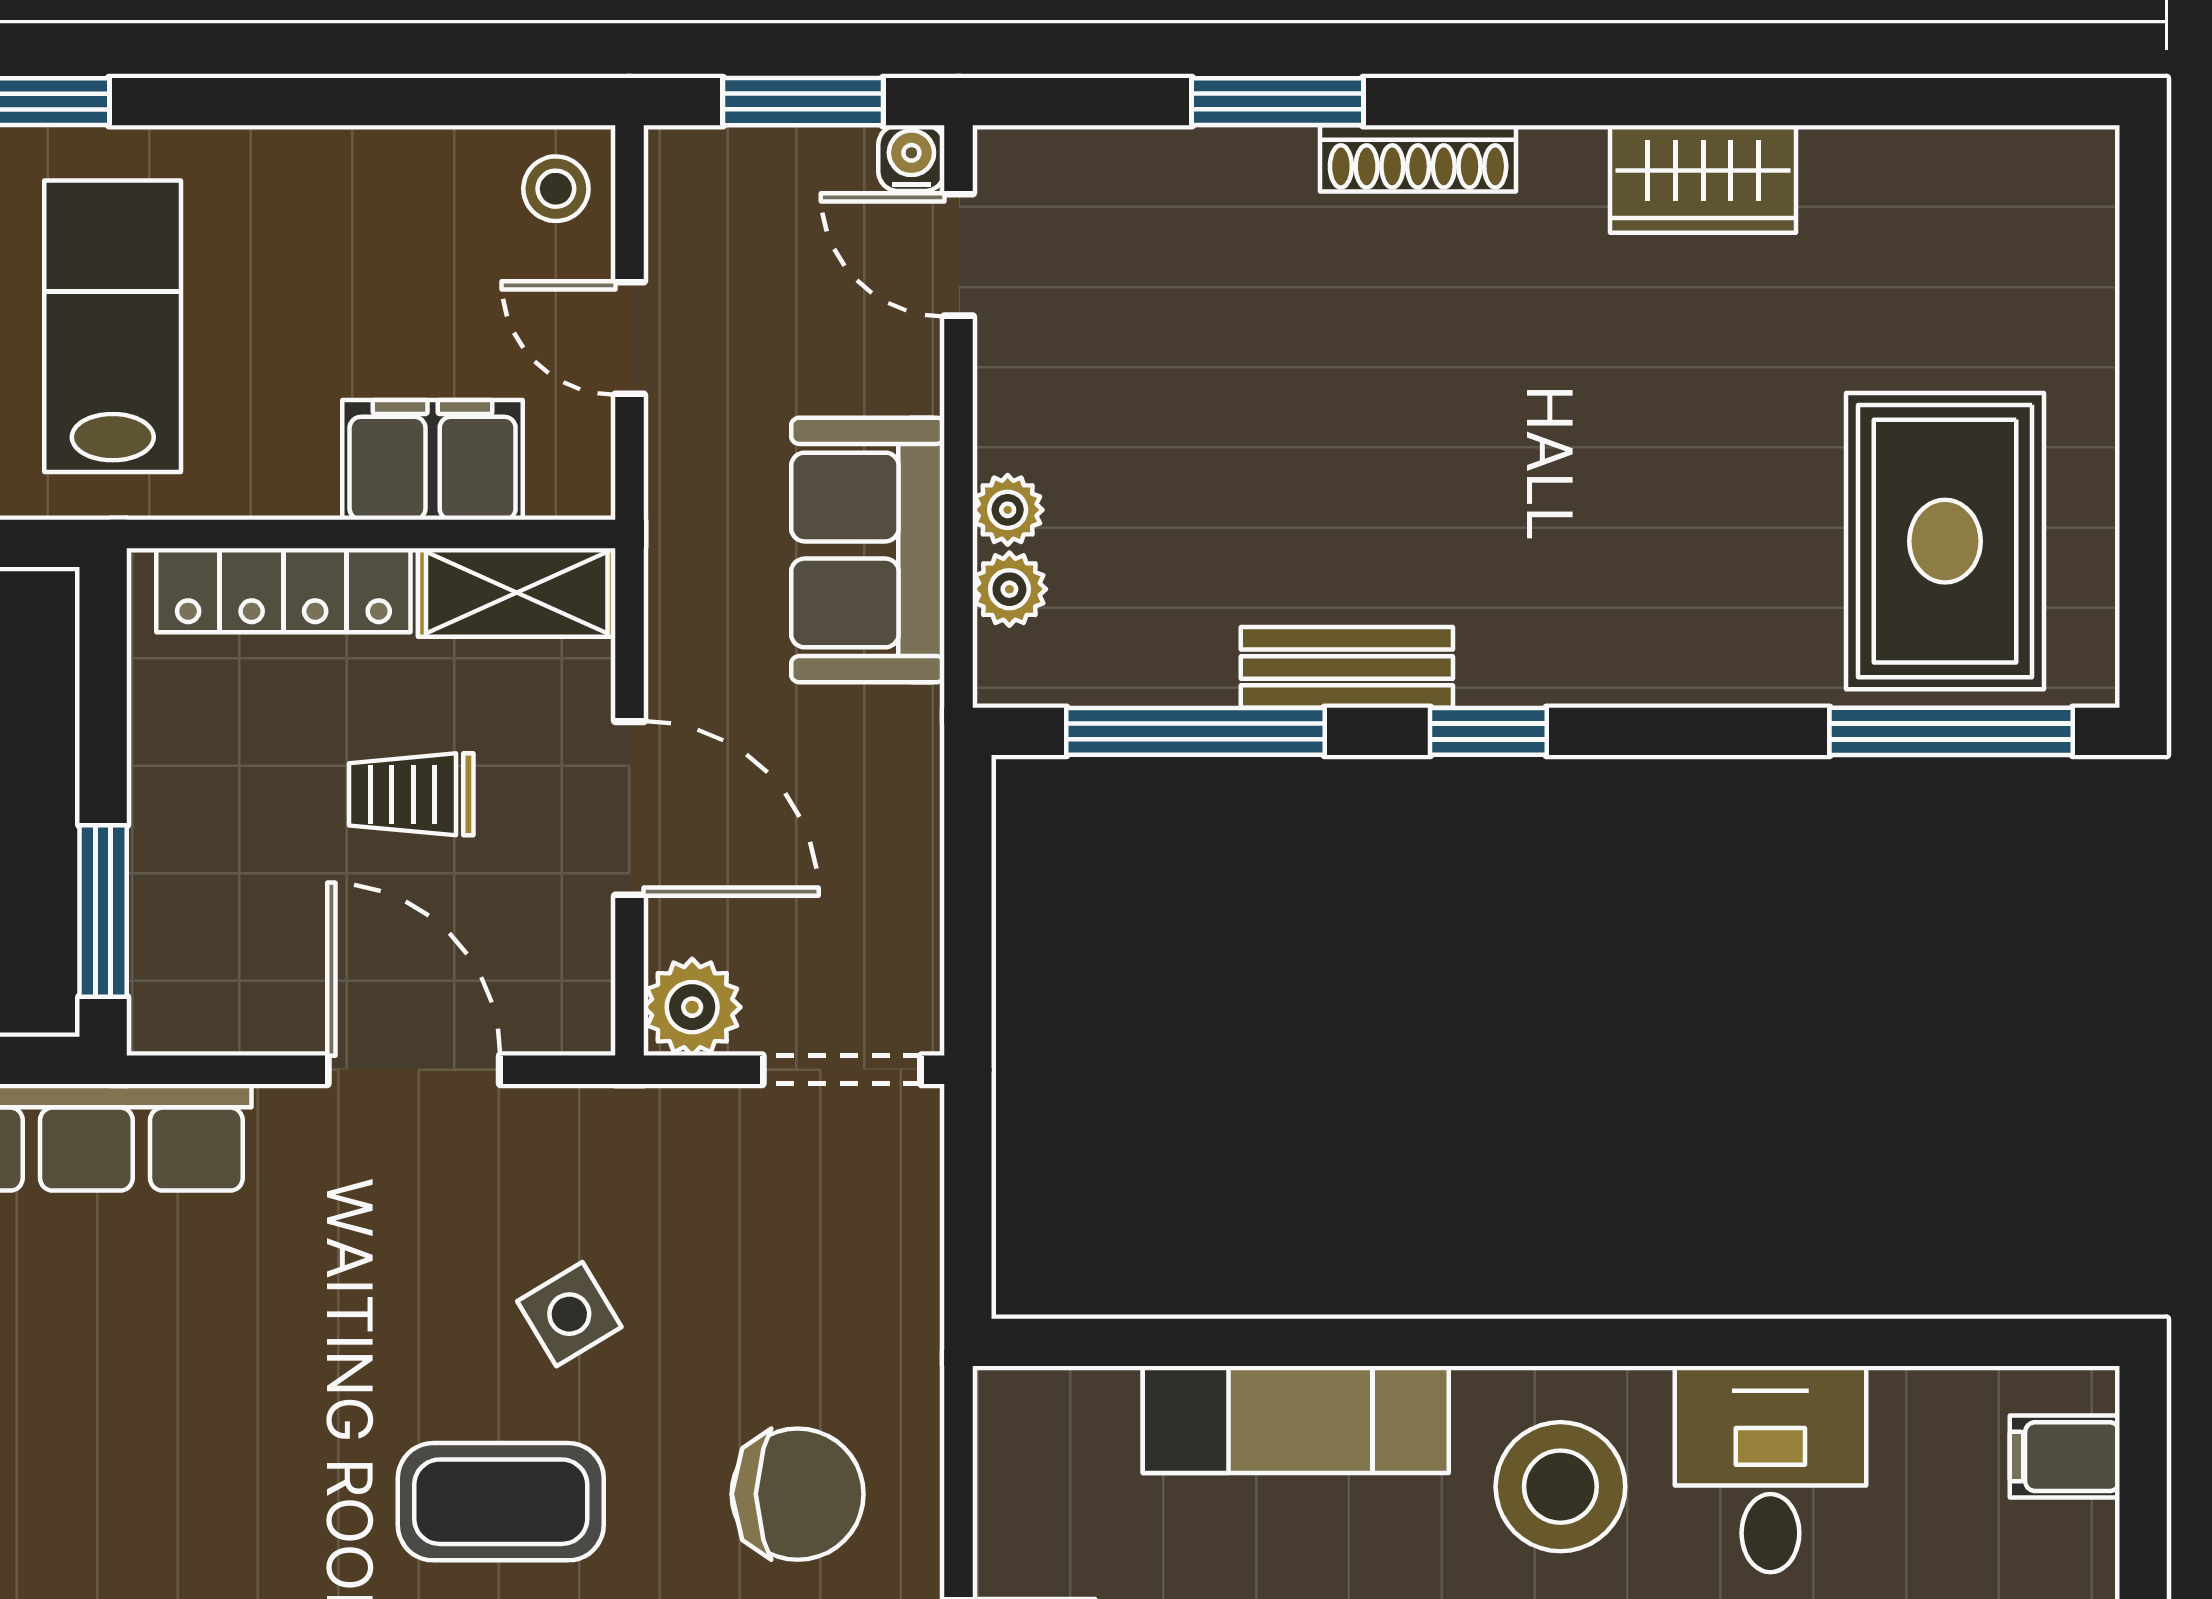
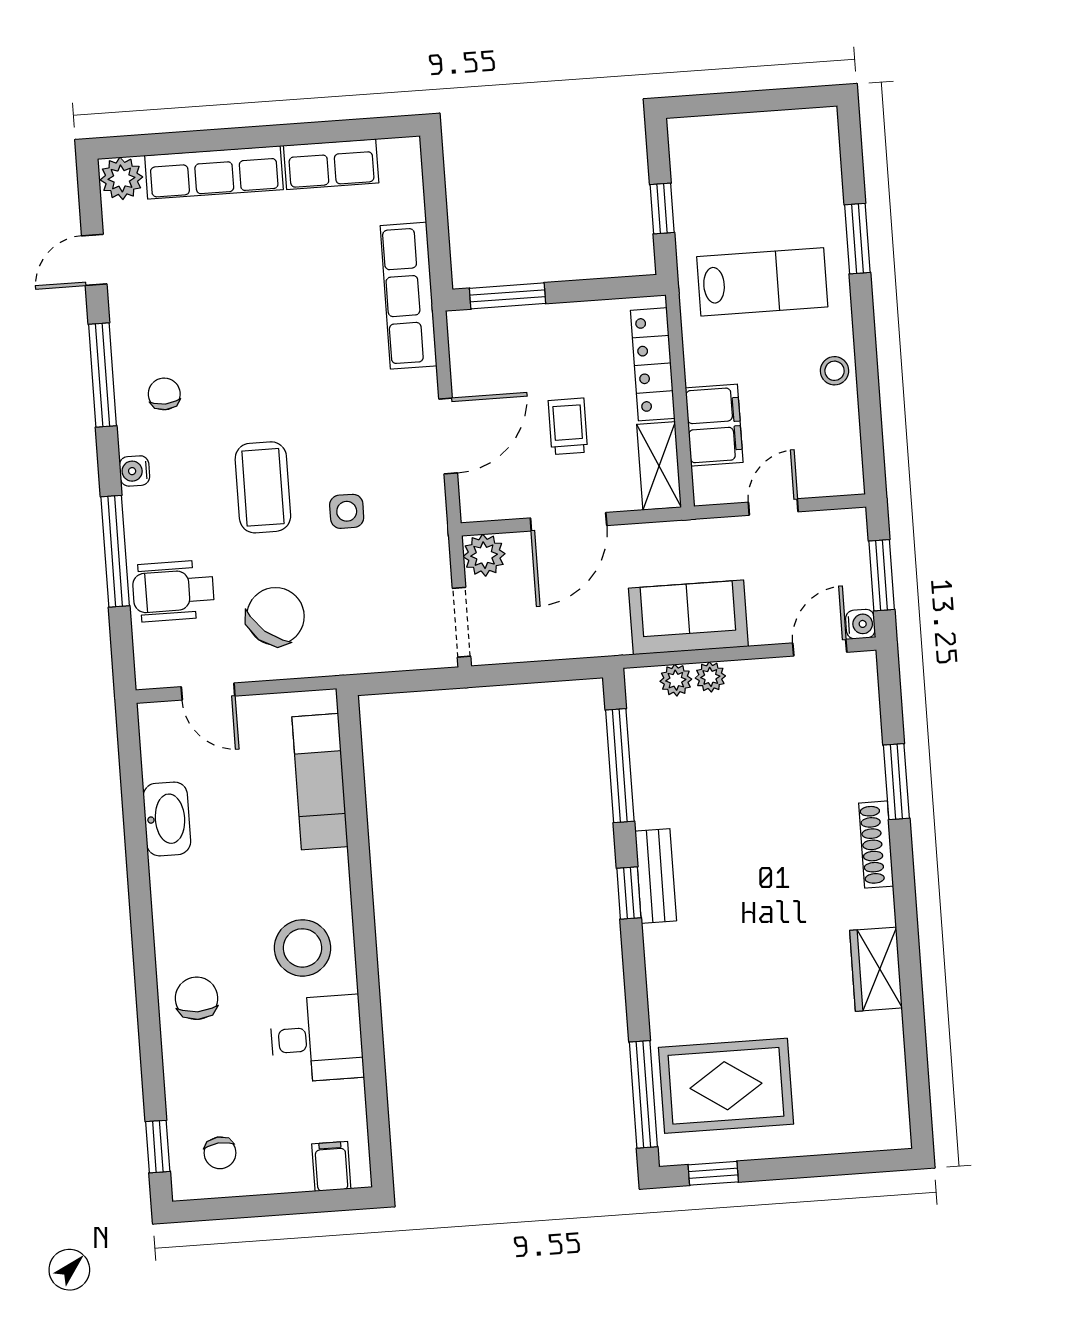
stool: (556, 189) -> (835, 371), moved
window: (2143, 584) -> (713, 1173), added
bench: (1347, 667) -> (656, 876), moved
side table: (569, 1314) -> (347, 511), turned 31
exam couch: (1296, 1420) -> (320, 782), moved
chair: (798, 1494) -> (275, 616), turned -140

